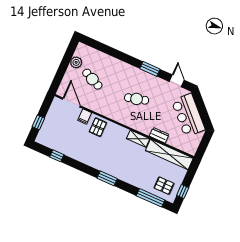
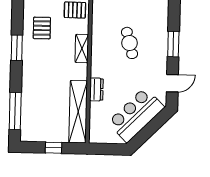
shelving: (138, 139) -> (82, 48), moved
pallet: (164, 186) -> (42, 28), moved
window: (183, 192) -> (54, 148), moved

